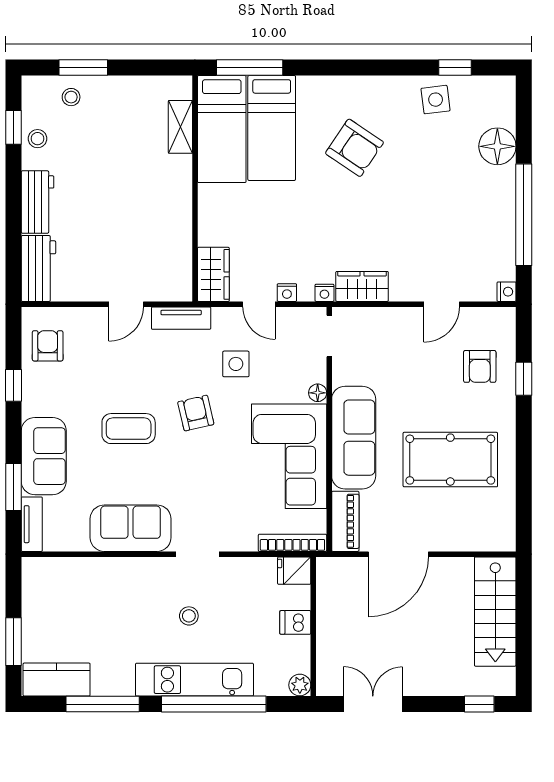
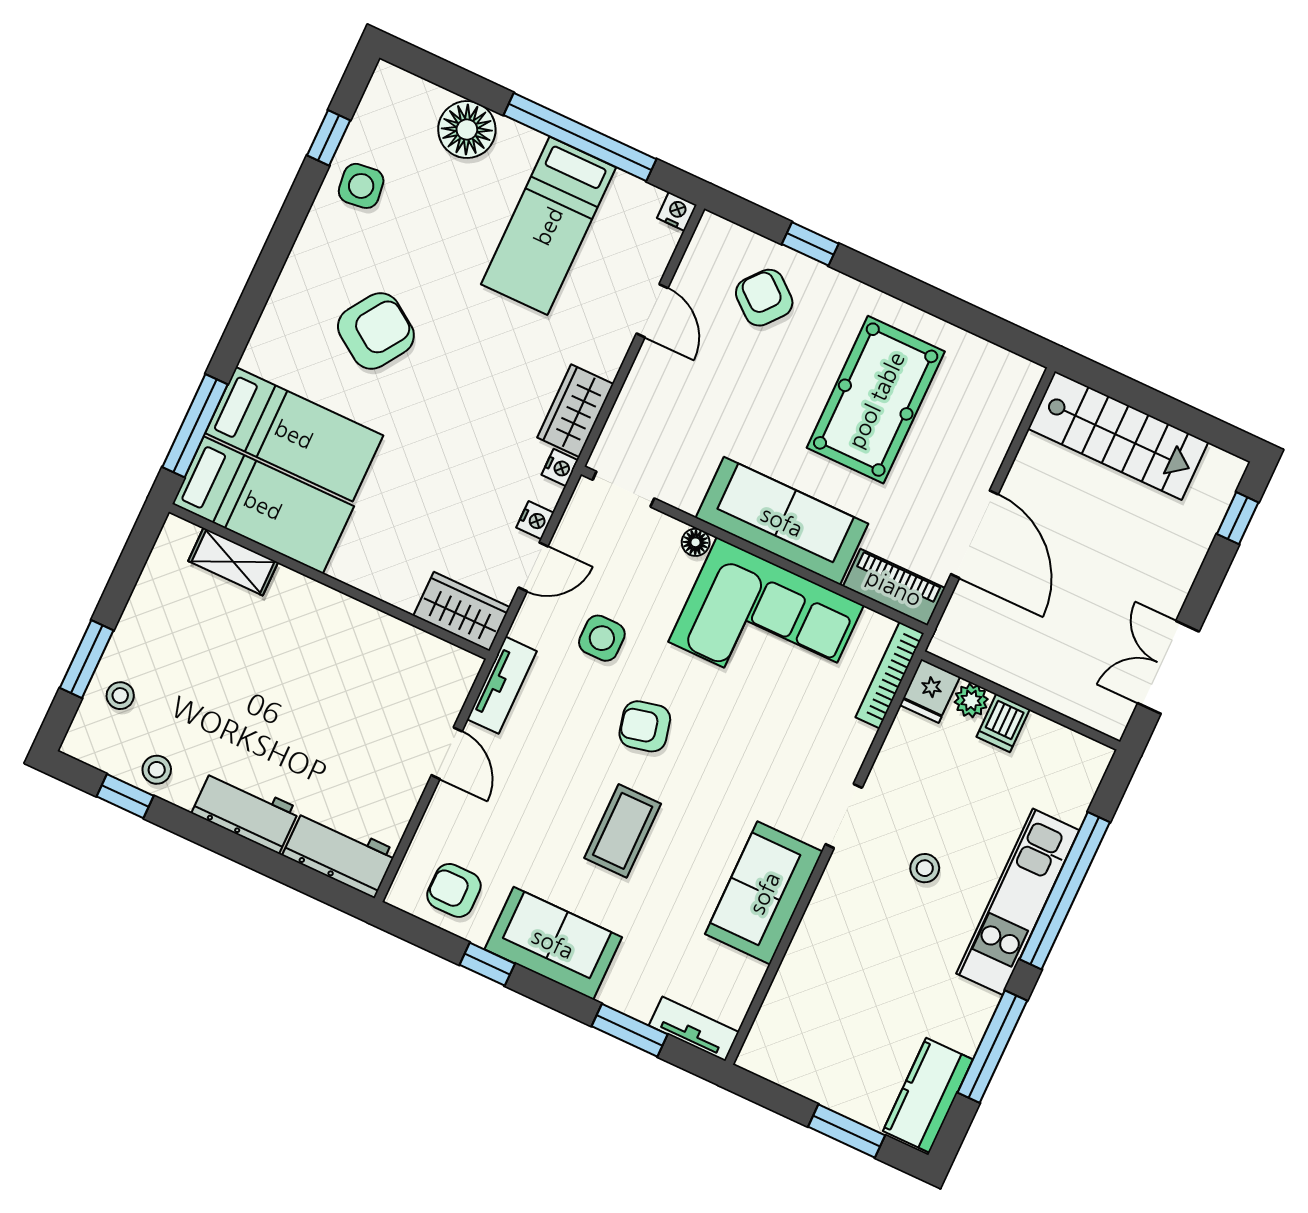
bed: (463, 220) -> (548, 226), added
armchair: (480, 366) -> (764, 298), turned -140
sofa: (44, 456) -> (553, 943), moved
plant: (300, 685) -> (971, 701), moved

